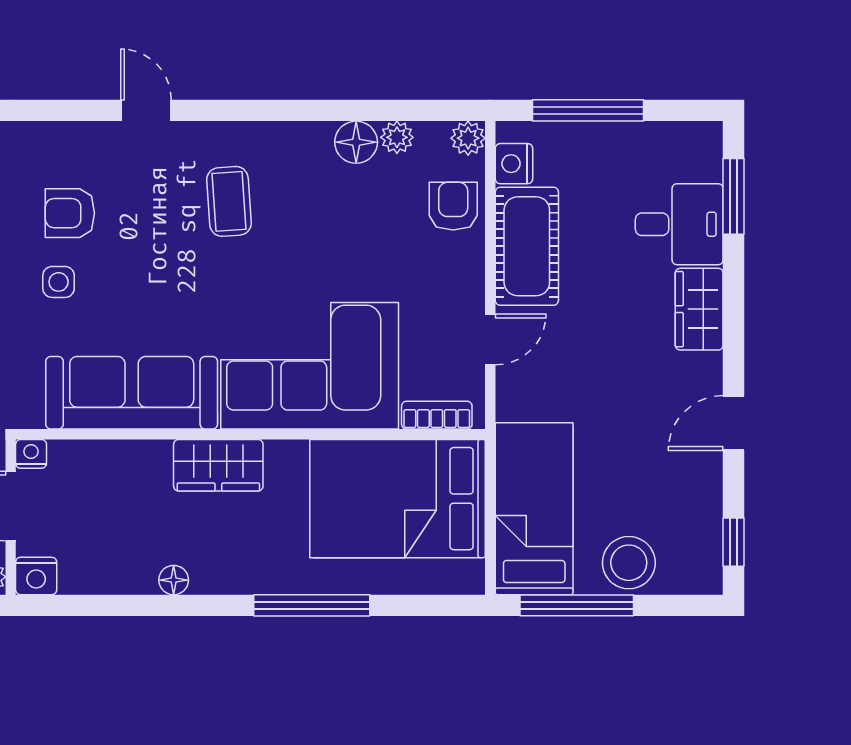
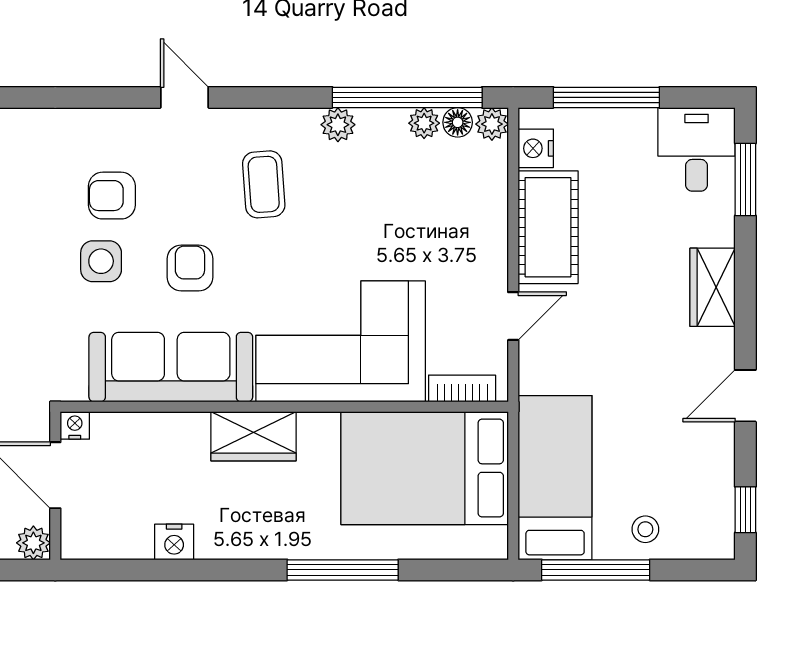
window: (379, 110) -> (407, 97), added
plant: (307, 139) -> (338, 125), added
floor lamp: (356, 142) -> (458, 122), moved, width x0.73, depth x0.73
armchair: (453, 206) -> (190, 268), moved
desk: (679, 224) -> (697, 149), moved, turned -90
side table: (59, 282) -> (101, 261), width x1.37, depth x1.37
stool: (629, 563) -> (645, 529), width x0.53, depth x0.53
nightstand: (36, 576) -> (174, 542), moved
floor lamp: (174, 580) -> (211, 546), removed

